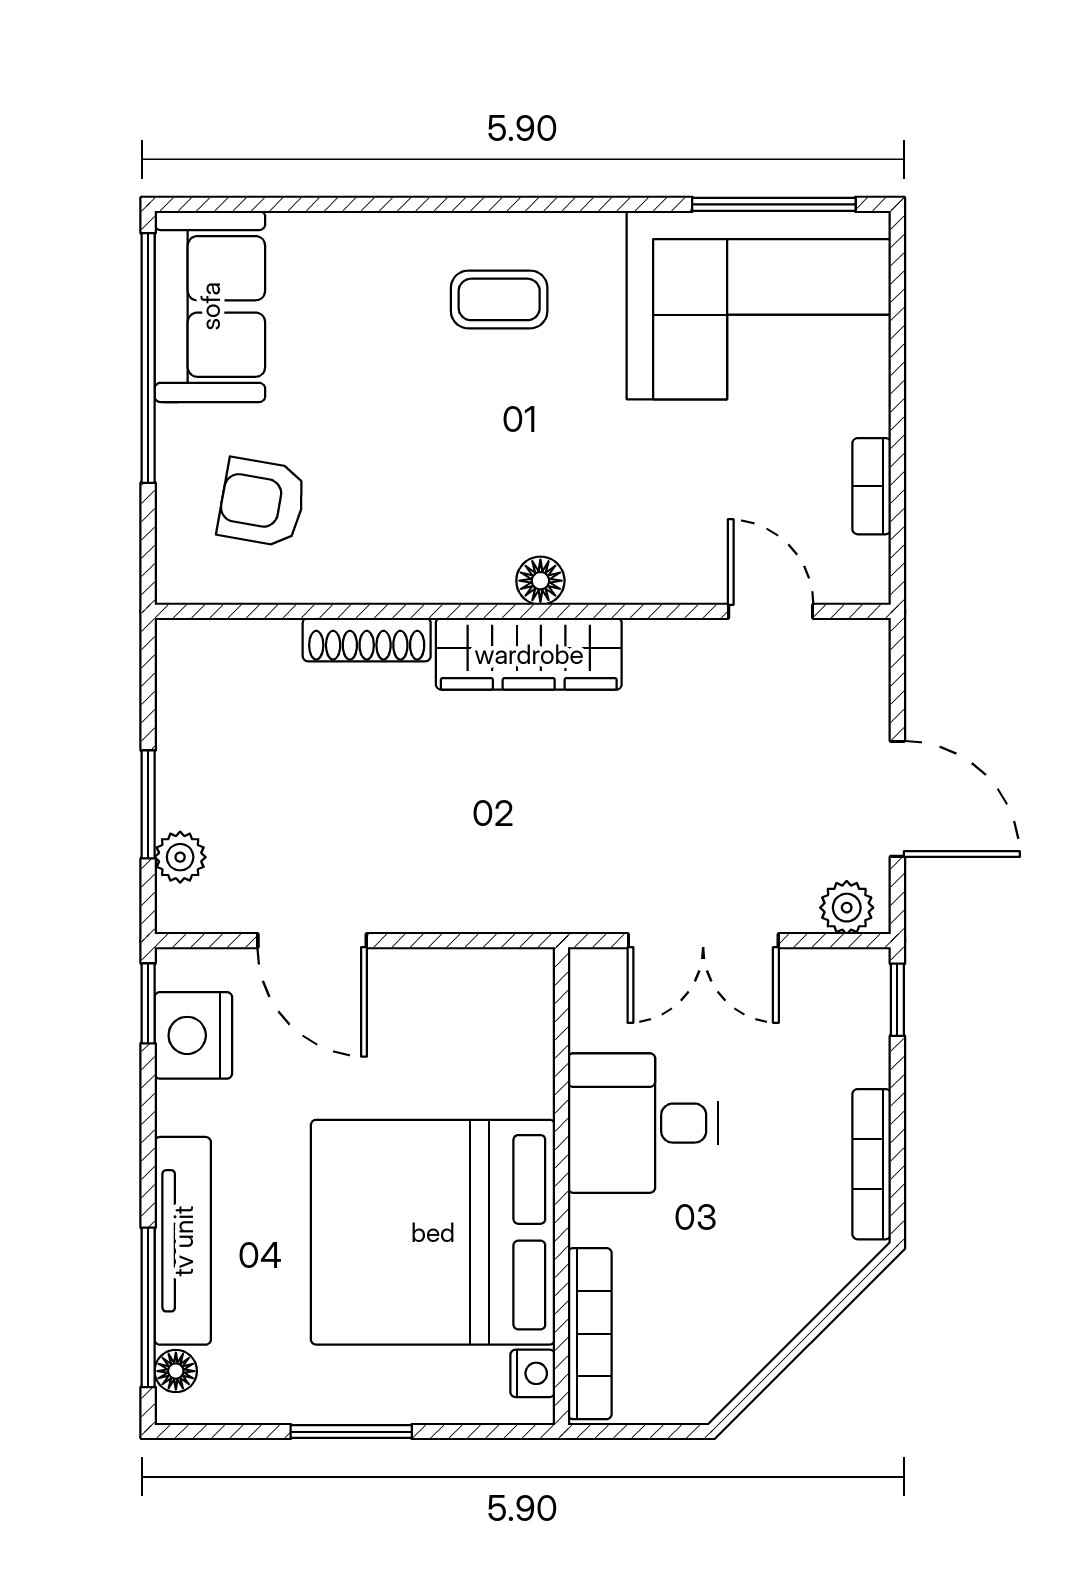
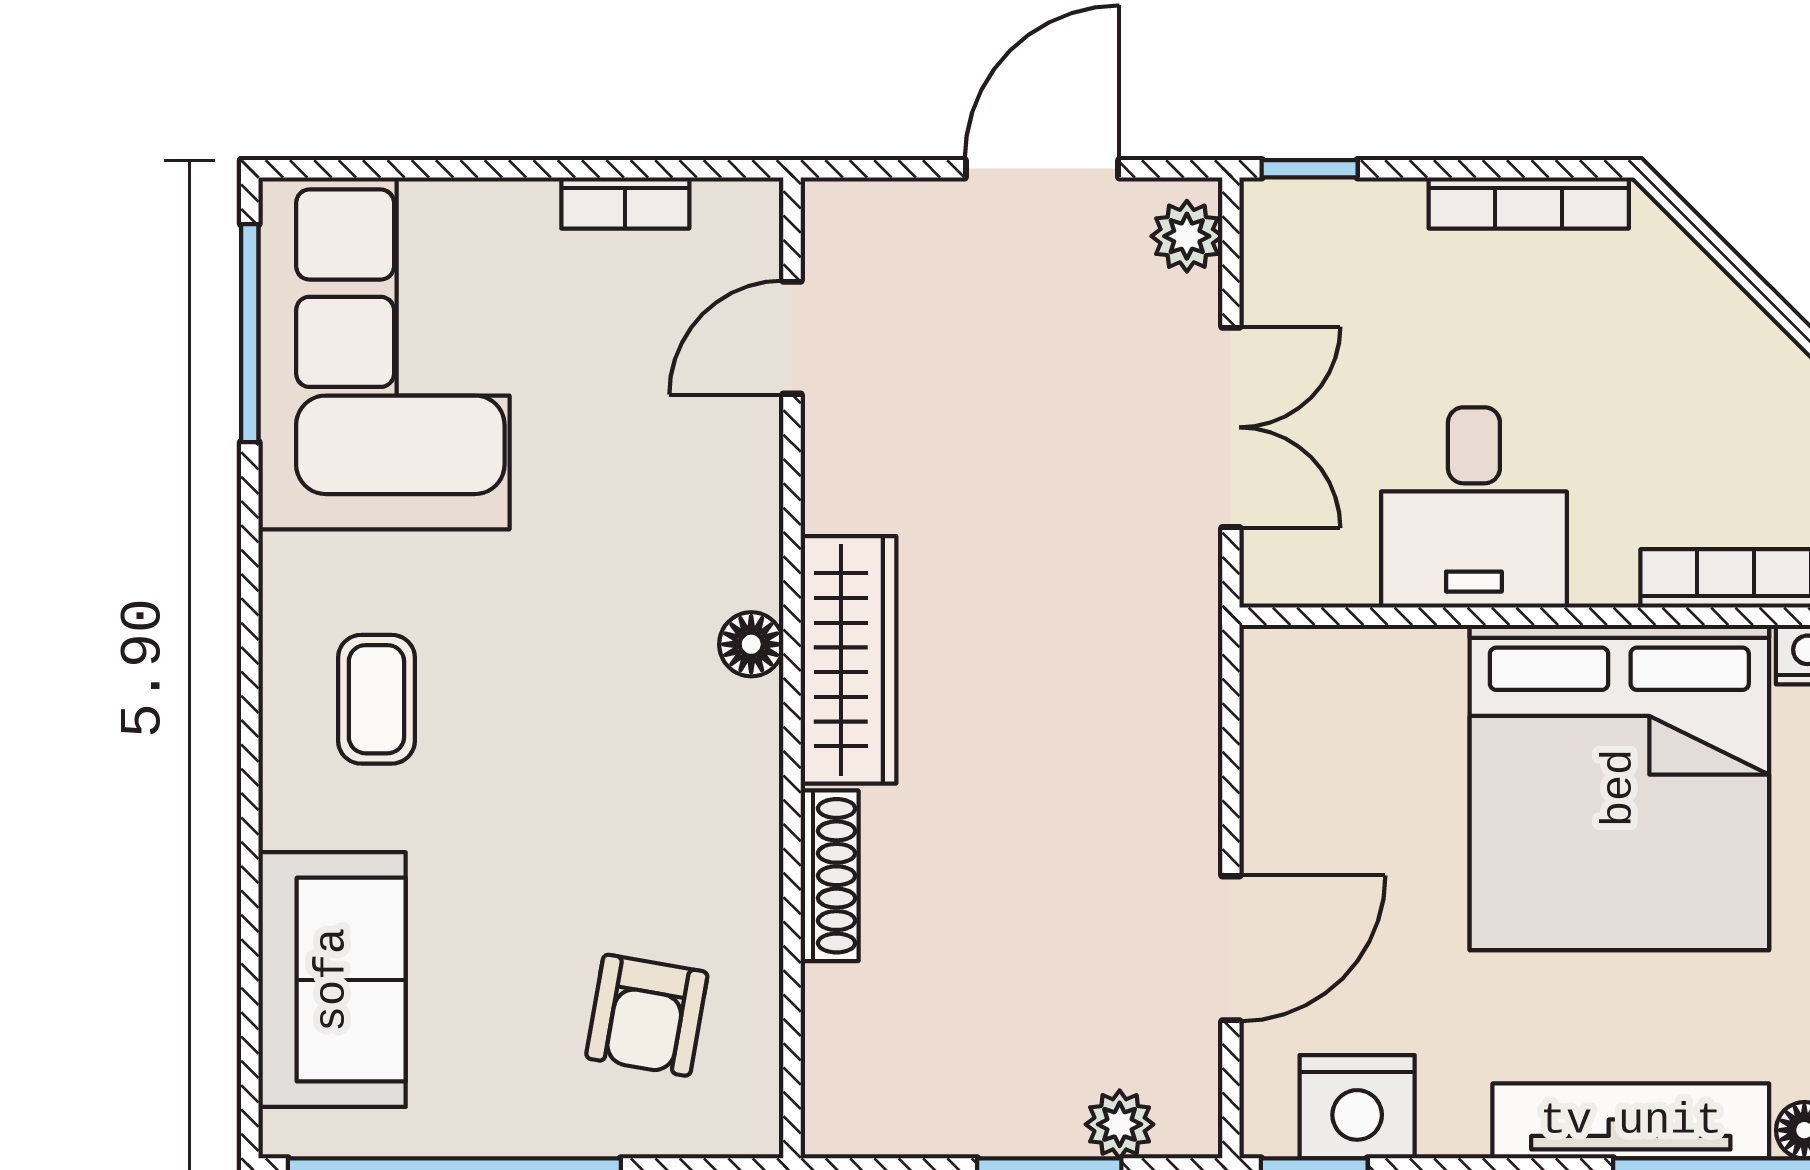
sofa: (210, 306) -> (332, 980), moved, turned 90

